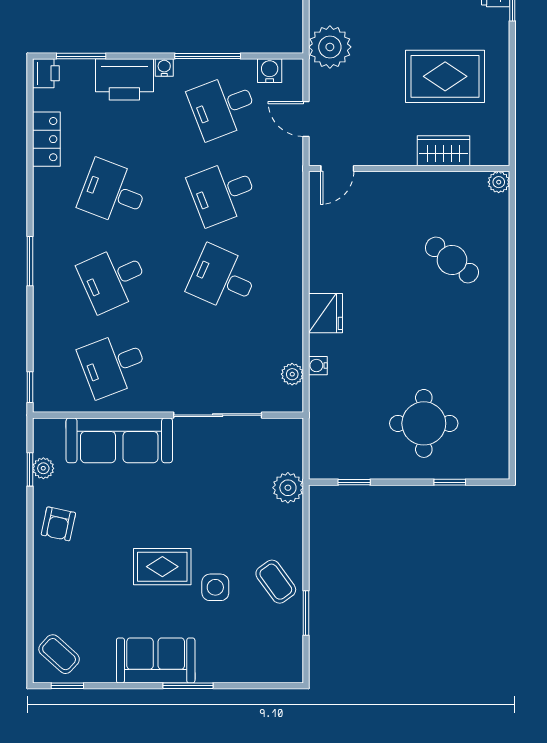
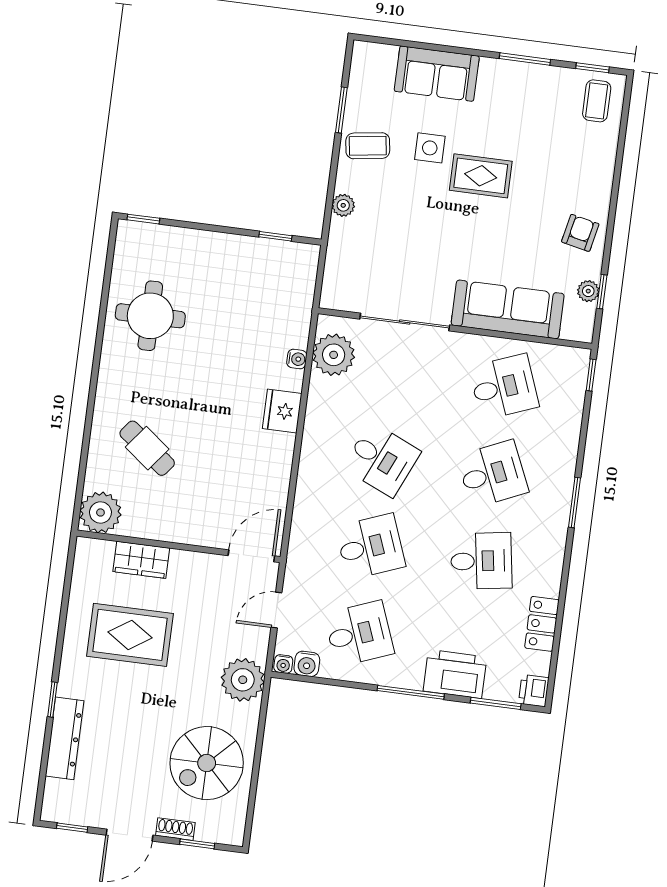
window: (208, 56) -> (411, 692), moved
water cooler: (164, 67) -> (283, 664), moved
door: (306, 119) -> (276, 610), swing flipped
door: (337, 169) -> (251, 556), width x1.38
plant: (499, 182) -> (100, 512), width x1.88, depth x1.88
desk: (113, 193) -> (481, 561), turned -30
plant: (292, 374) -> (334, 355), width x1.87, depth x1.87
round table: (424, 423) -> (150, 316), moved
window: (450, 482) -> (143, 219), moved
plant: (288, 488) -> (343, 205), moved, width x0.73, depth x0.73
coffee table: (276, 582) -> (368, 146), turned -62
coffee table: (59, 654) -> (597, 101), turned 48
sofa: (156, 660) -> (437, 74), moved
window: (188, 686) -> (525, 59), moved

